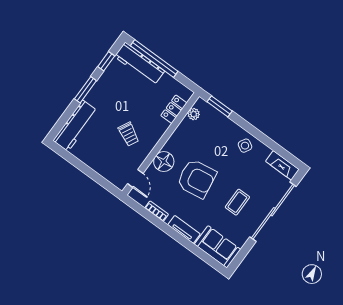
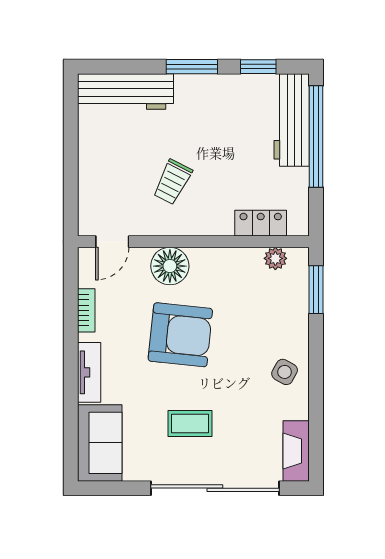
armchair: (196, 179) -> (180, 335), turned -75

